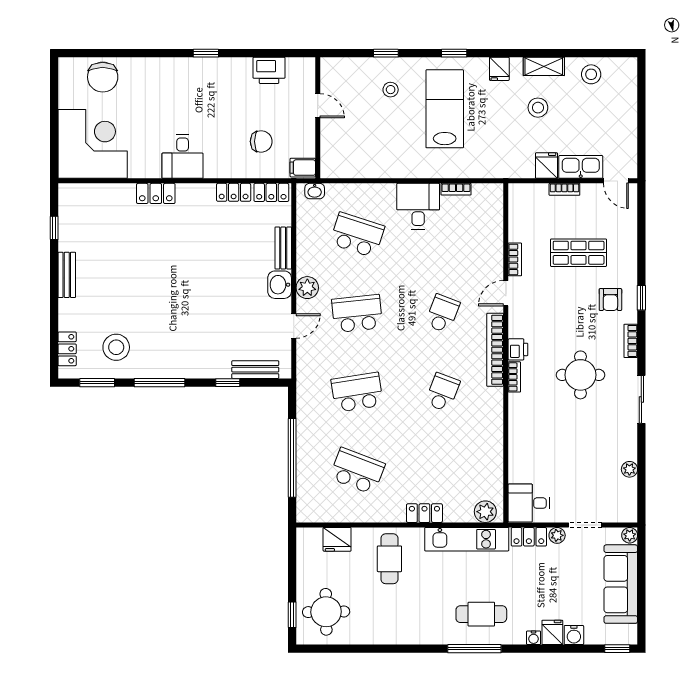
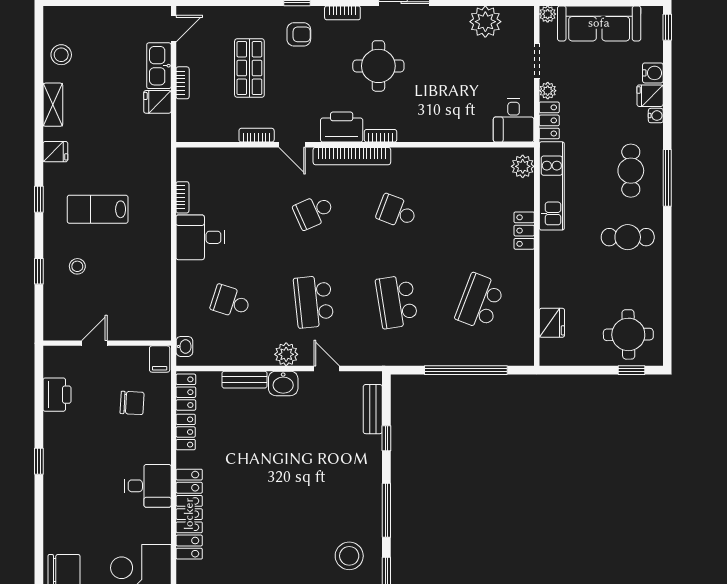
stool: (538, 108) -> (96, 111), removed
lab bench: (445, 109) -> (98, 209), width x0.73, depth x0.72
chair: (261, 141) -> (132, 403), turned 93
locker: (156, 193) -> (189, 514), width x2.16, depth x1.21
school desk: (357, 235) -> (231, 302), width x0.54
school desk: (442, 314) -> (314, 212), turned -45
printer: (518, 349) -> (342, 127), width x1.87, depth x1.48
plant: (629, 469) -> (485, 22), width x1.87, depth x1.87
cafe table: (389, 559) -> (628, 237), moved

